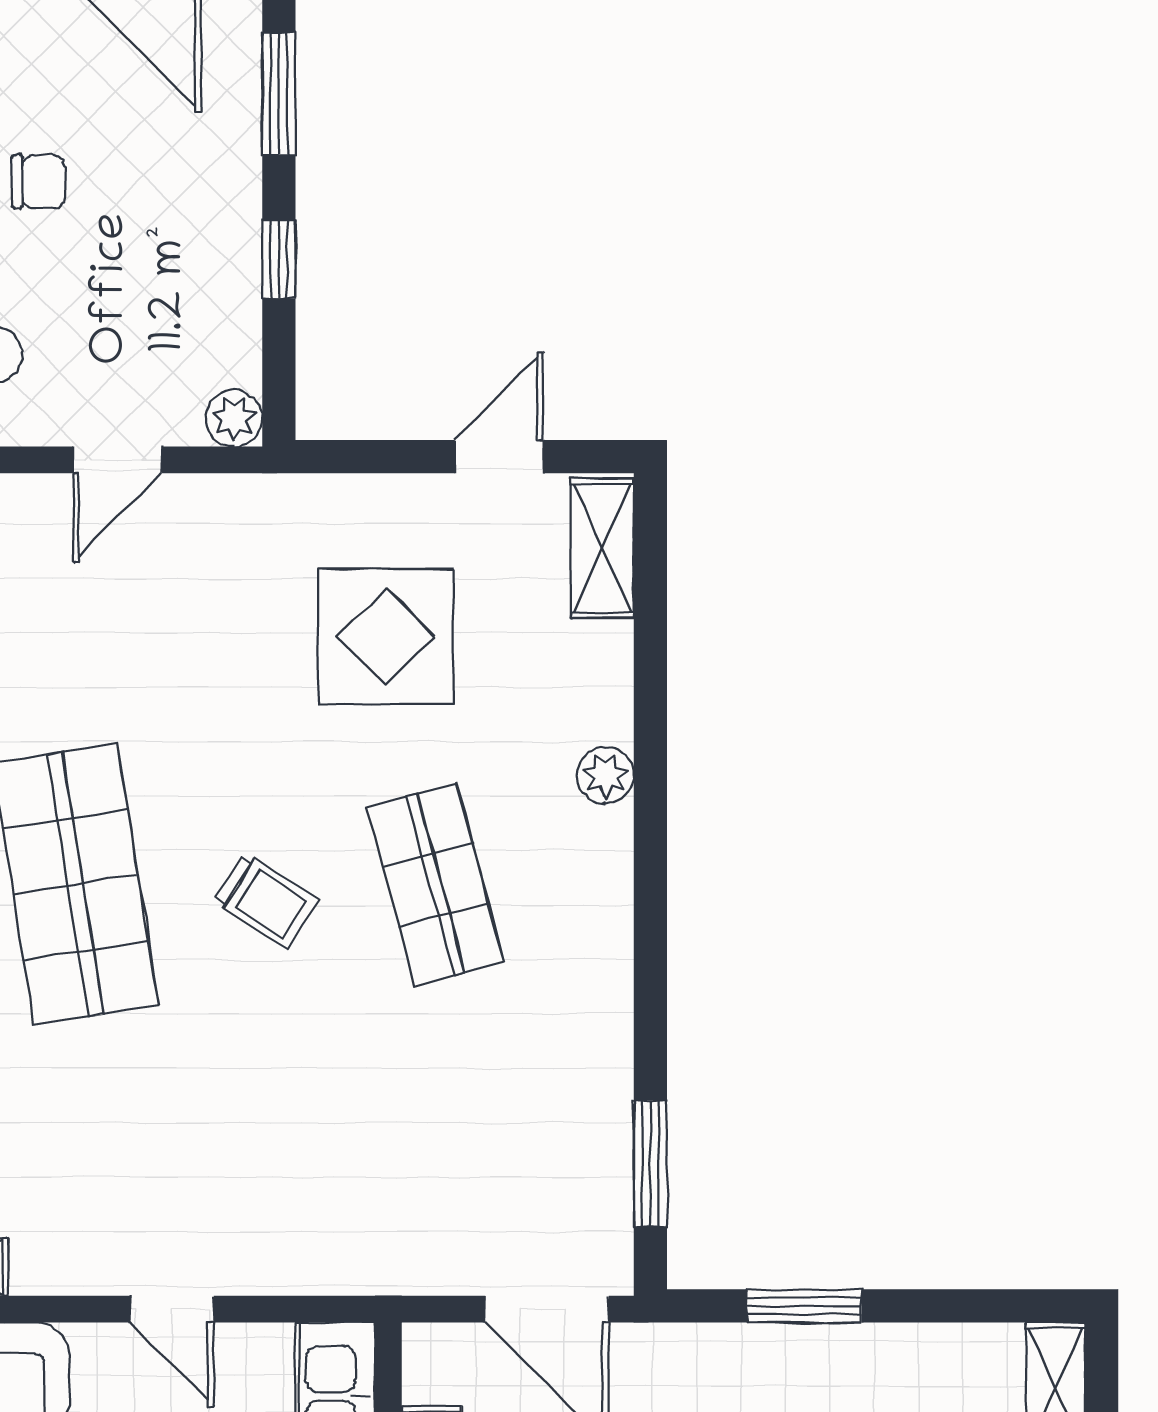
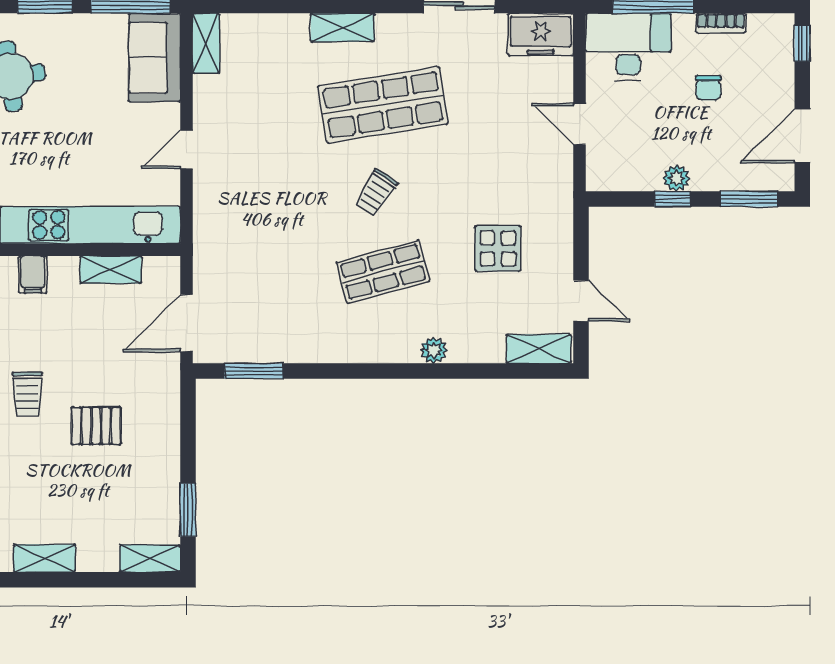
plant: (234, 418) -> (676, 178), moved
display table: (386, 636) -> (498, 248), width x0.73, depth x0.73
window: (804, 1306) -> (188, 510), moved

